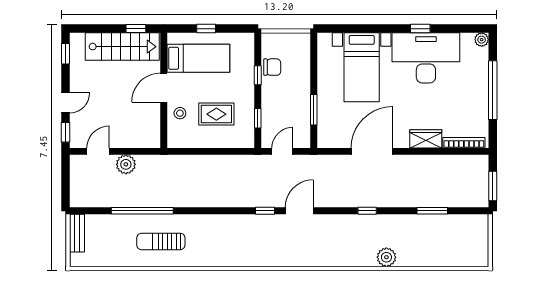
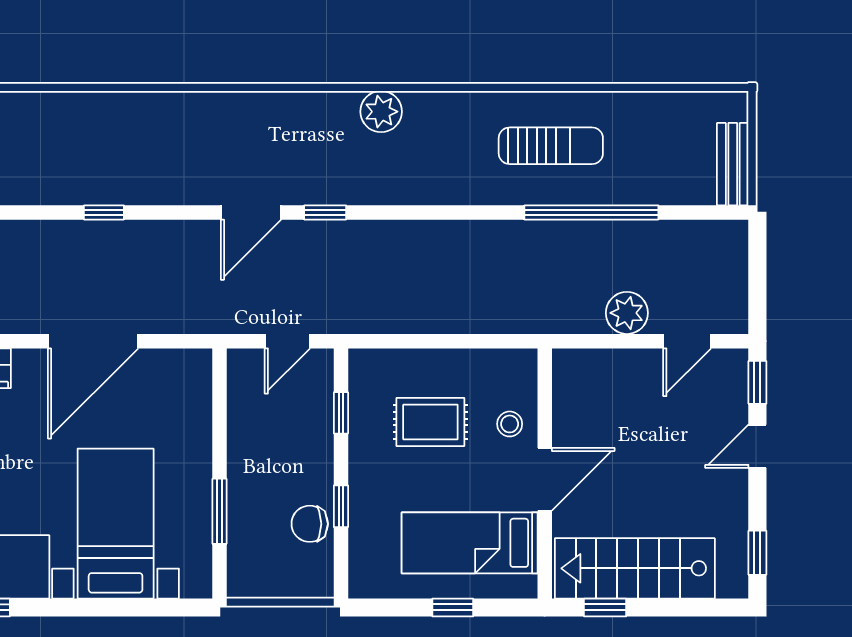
window: (314, 110) -> (219, 511), moved
plant: (386, 257) -> (381, 112), moved

